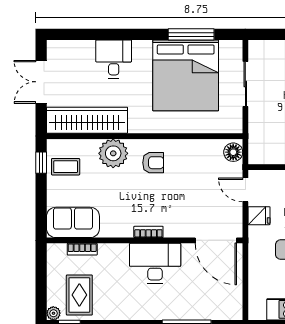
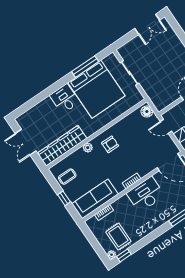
desk: (114, 59) -> (65, 99), moved
plant: (113, 153) -> (88, 148), width x0.53, depth x0.53
window: (41, 163) -> (64, 198), moved
sofa: (73, 222) -> (95, 199), width x1.36

